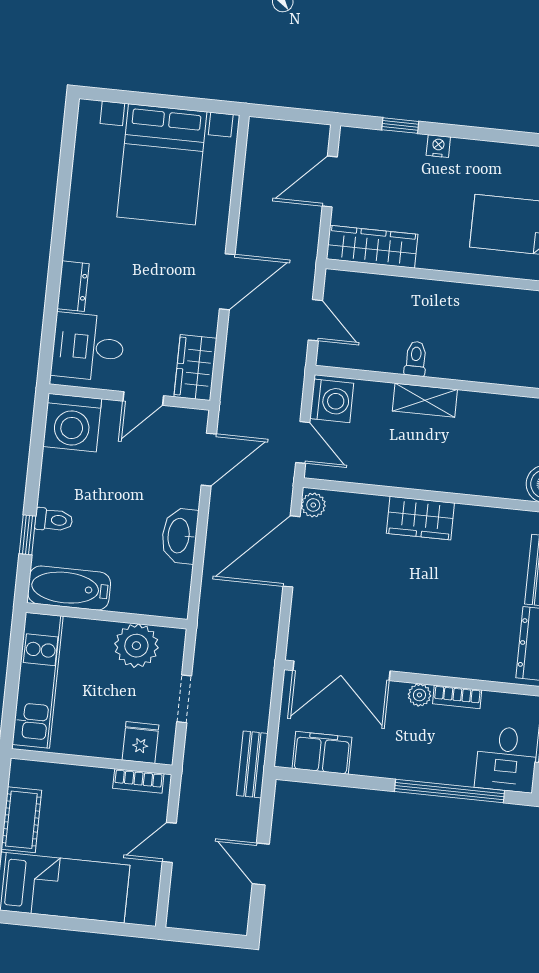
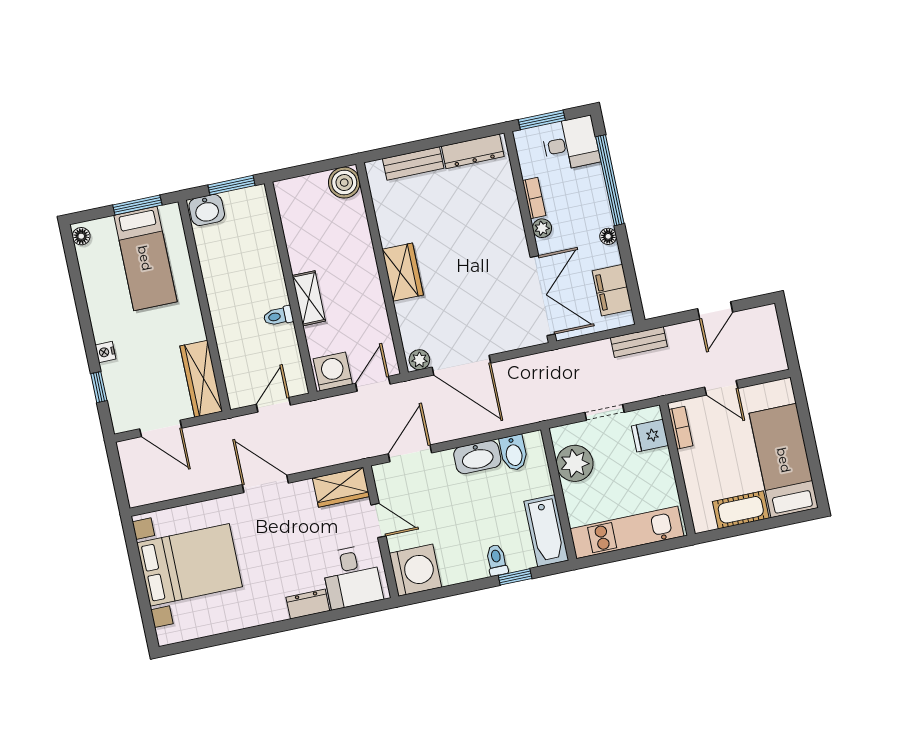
door: (209, 460) -> (410, 453), hinge flipped
bidet: (171, 579) -> (514, 453), added
floor lamp: (386, 768) -> (608, 236), added

